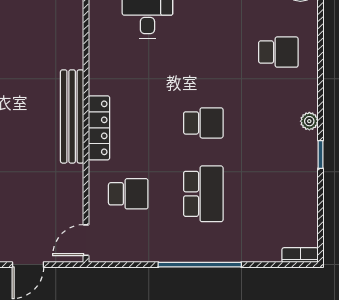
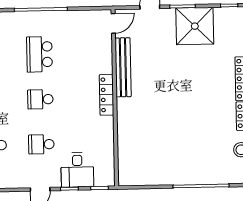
bench: (72, 116) -> (123, 67), moved
school desk: (128, 194) -> (41, 144), moved

